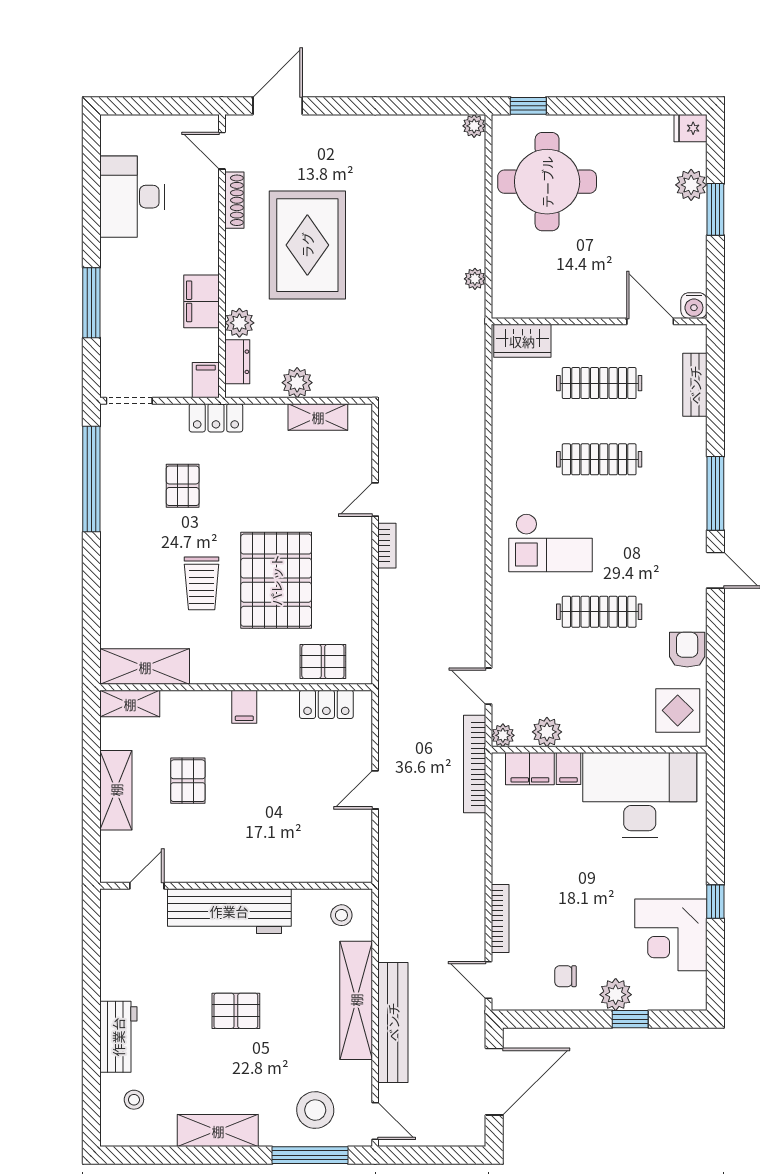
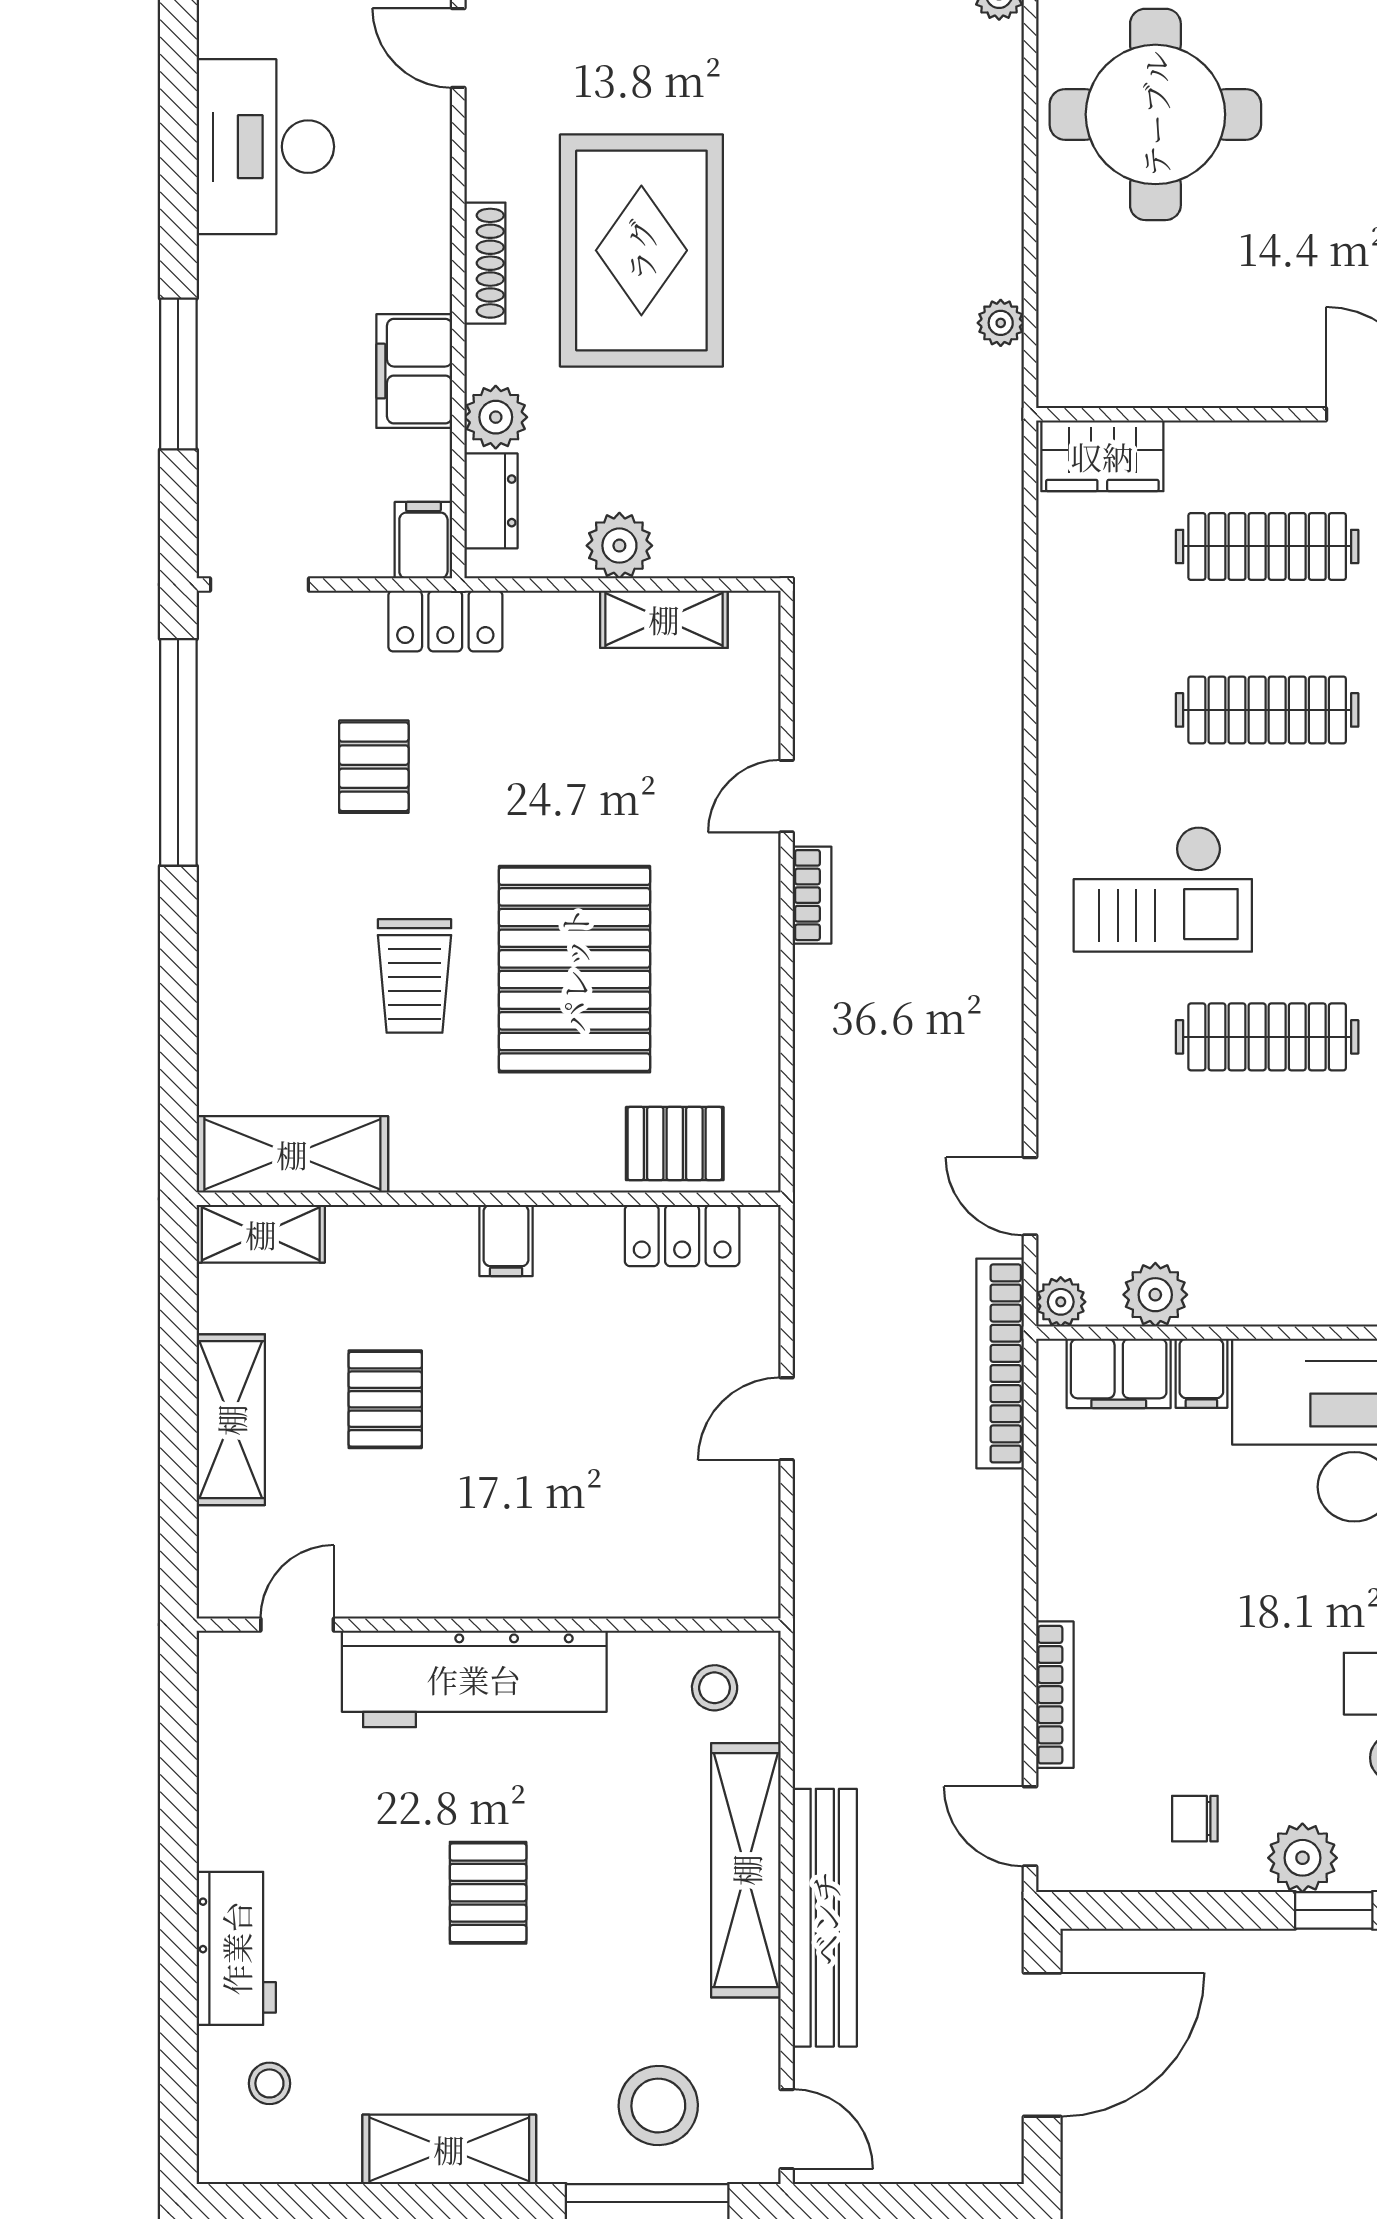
shoe rack: (234, 200) -> (485, 263), moved
pallet: (236, 1011) -> (488, 1893), turned 90

